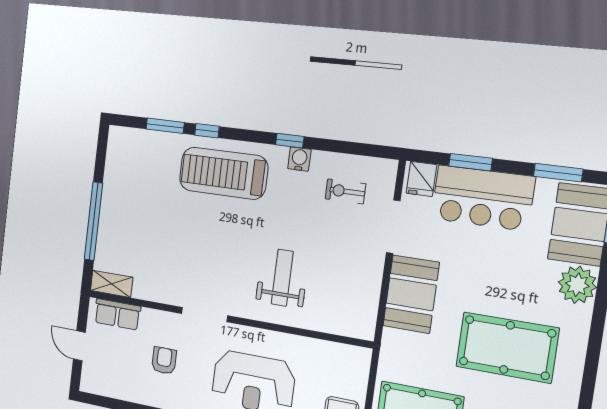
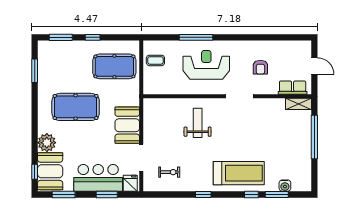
water cooler: (299, 159) -> (285, 186), moved
weight bench: (282, 278) -> (198, 123), turned 180

